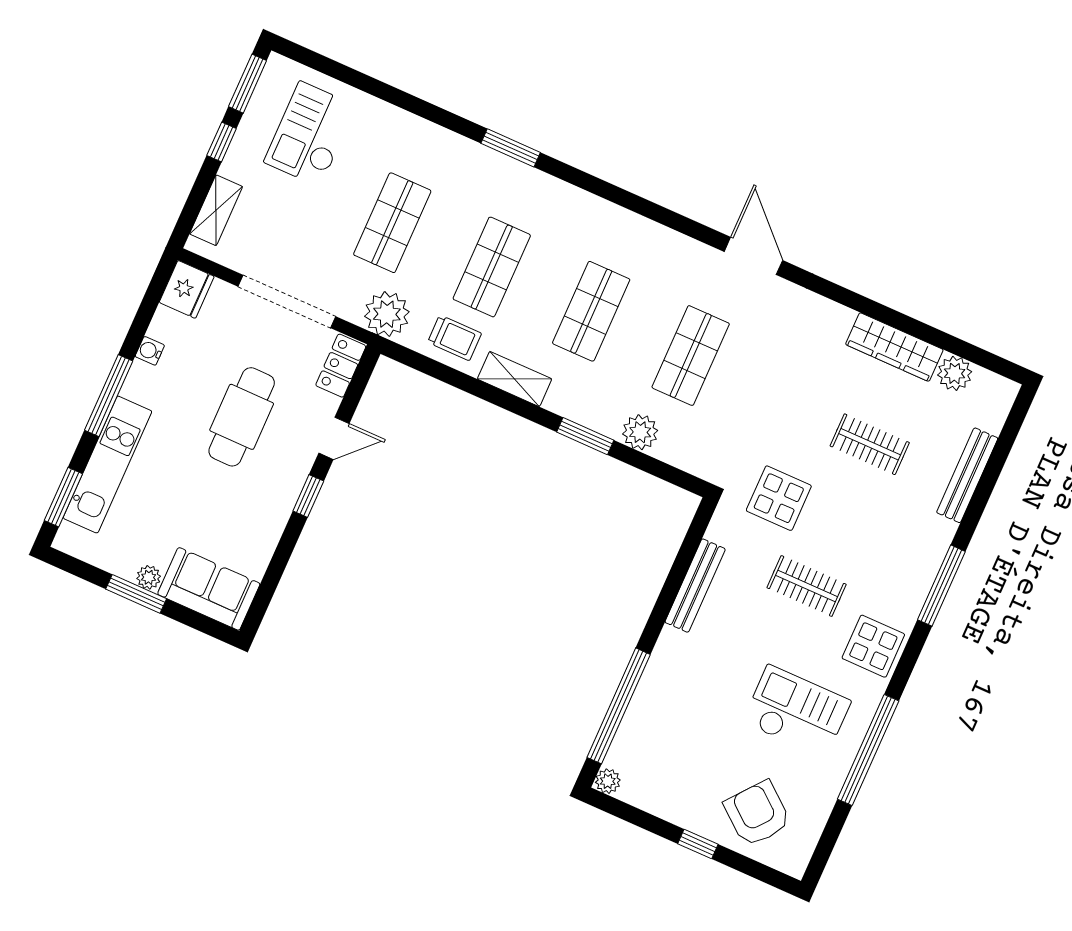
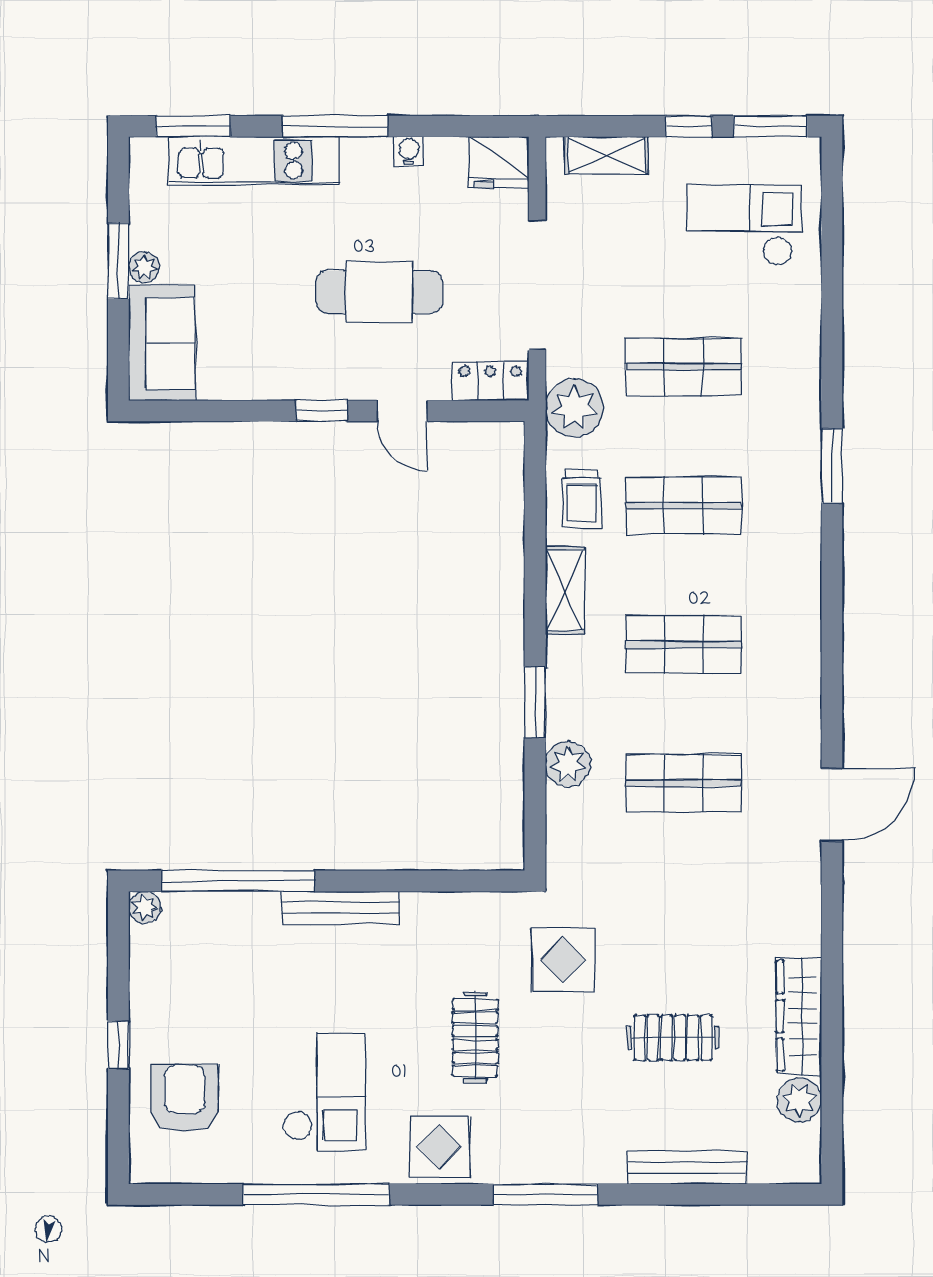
clothes rail: (870, 444) -> (673, 1038), turned 90
bench: (695, 586) -> (340, 908), moved
armchair: (757, 814) -> (185, 1098), turned -39

